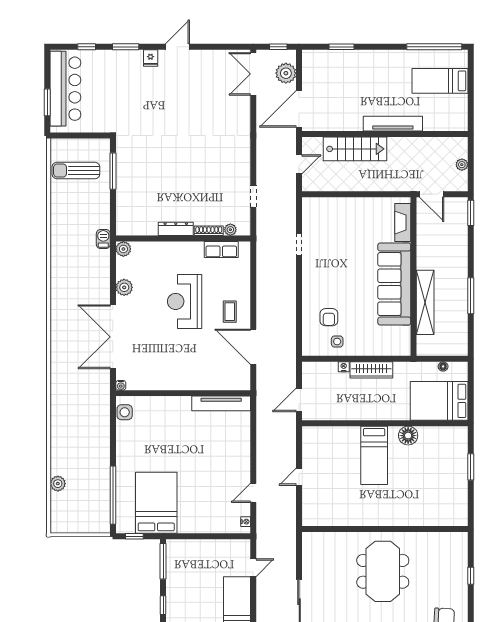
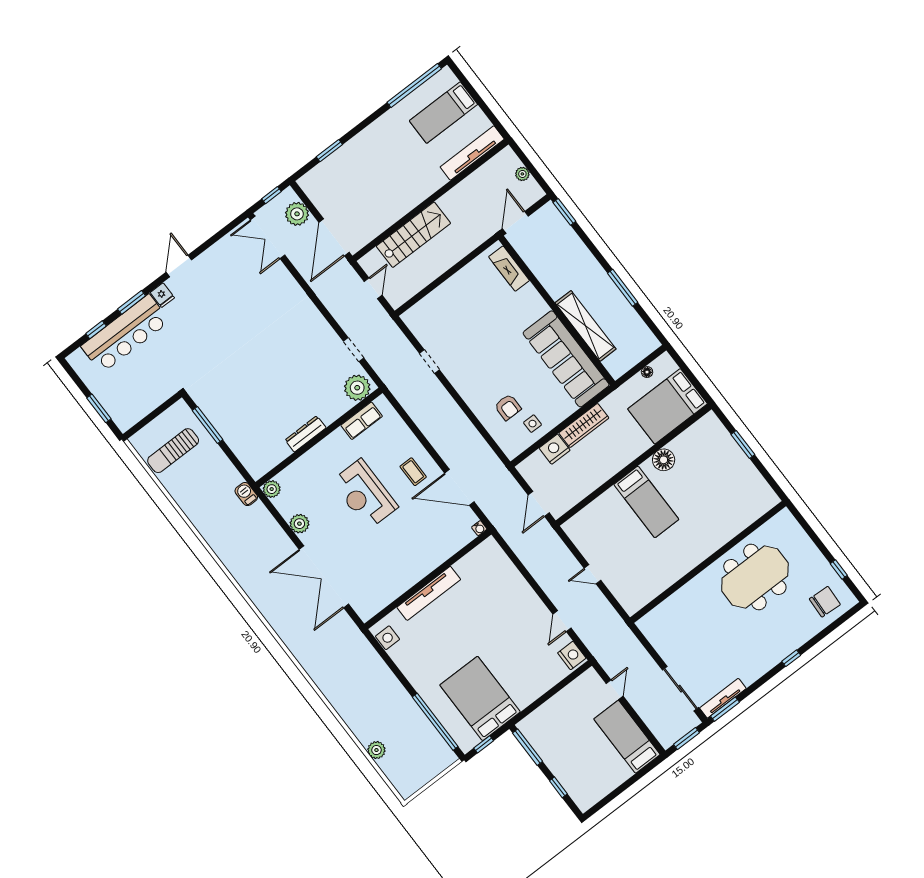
bar counter: (65, 89) -> (125, 334), moved, turned 90
tv unit: (393, 124) -> (472, 153), moved
door: (432, 194) -> (515, 222), swing flipped
plant: (230, 230) -> (357, 388), width x1.88, depth x1.88
shoe rack: (209, 231) -> (337, 412), removed
sofa: (394, 284) -> (566, 359), moved
nightstand: (344, 367) -> (555, 449), width x1.89, depth x1.79
water cooler: (121, 385) -> (479, 528), moved
tv unit: (221, 403) -> (429, 593), moved
door: (299, 477) -> (593, 574), hinge flipped
nightstand: (246, 522) -> (572, 655), width x1.89, depth x1.79
meeting table: (383, 571) -> (755, 577), moved, turned 90
window: (471, 576) -> (839, 569), moved

